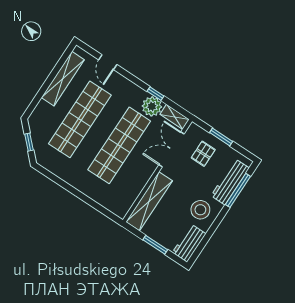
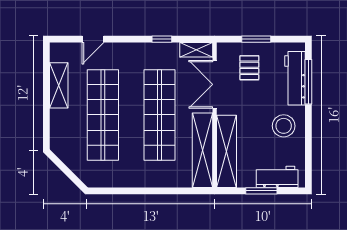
door: (108, 62) -> (93, 39), hinge flipped
shelving: (63, 79) -> (59, 85), width x0.68
plant: (152, 106) -> (167, 54), removed
window: (29, 142) -> (67, 171), removed
shelving: (133, 190) -> (203, 150), added
workbench: (189, 243) -> (277, 177), moved, turned 90

